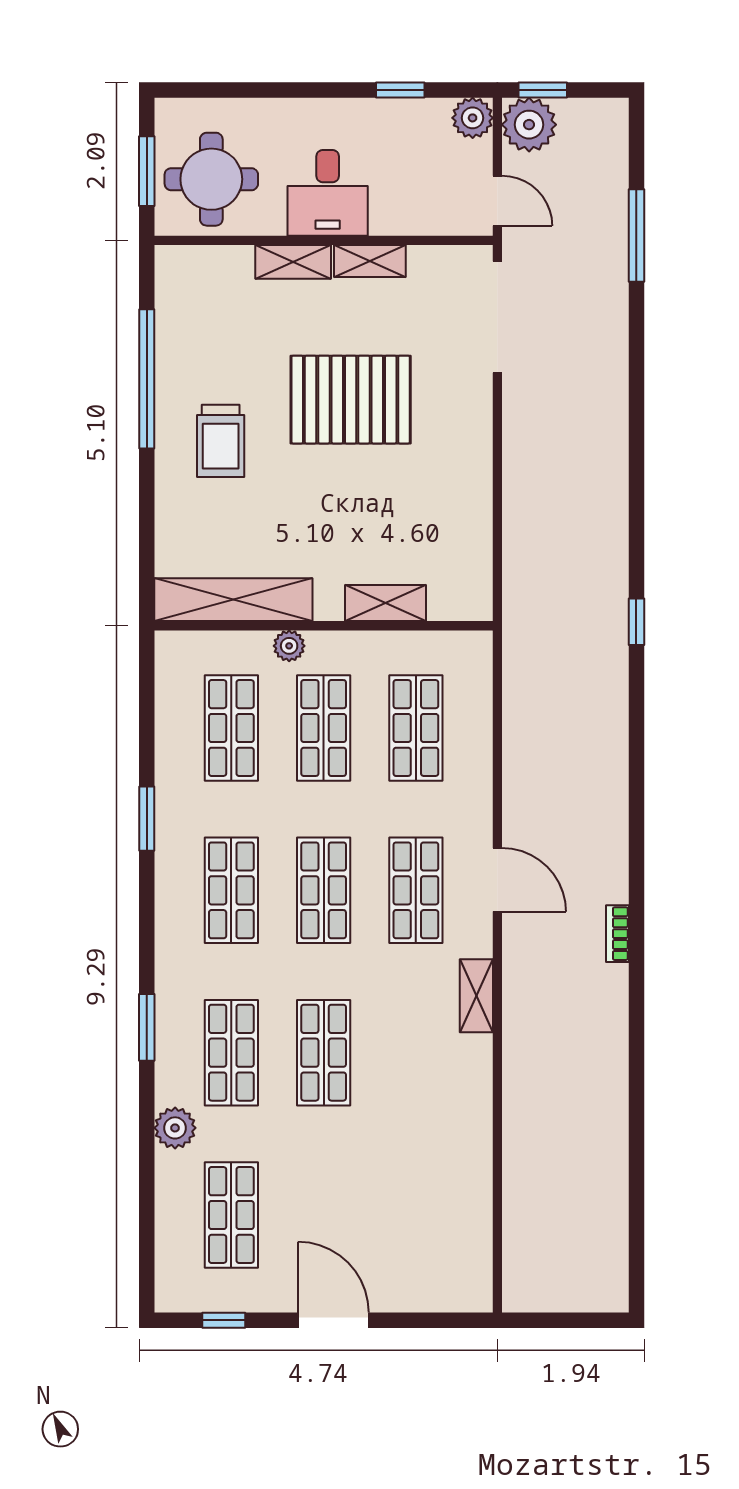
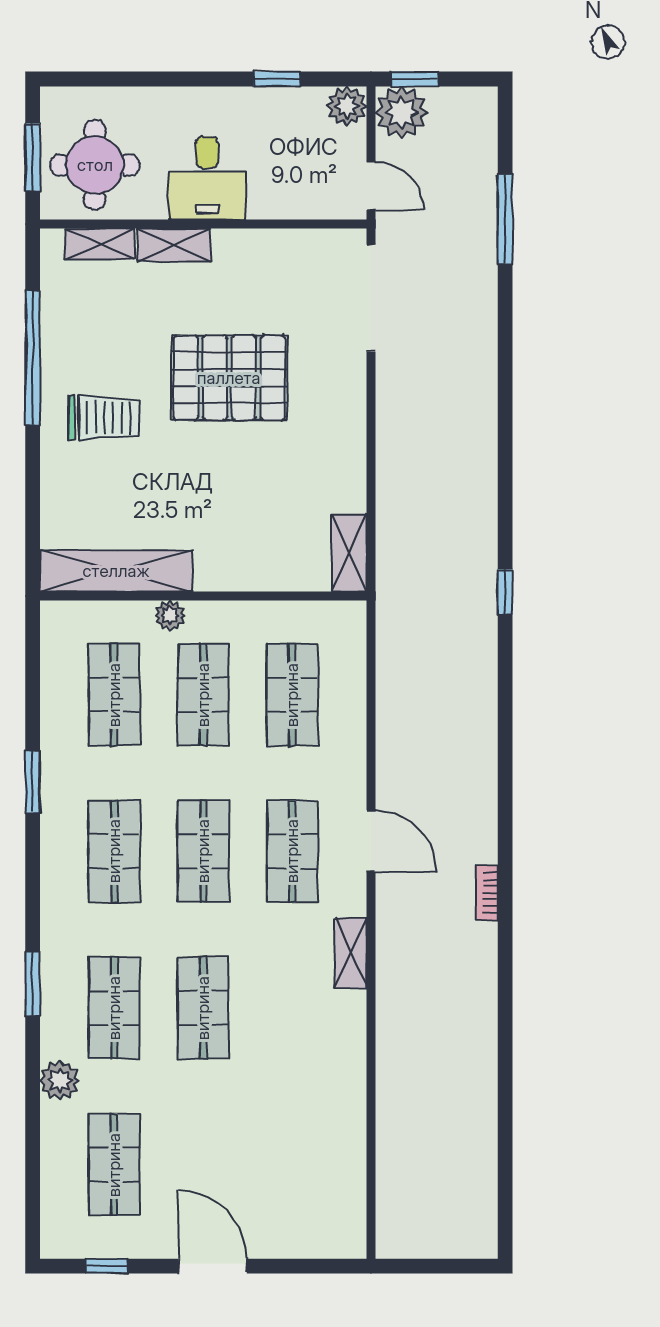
shelving: (370, 261) -> (100, 244), moved
trolley: (221, 441) -> (104, 418), turned -90
shelving: (386, 603) -> (349, 553), moved, turned 90

